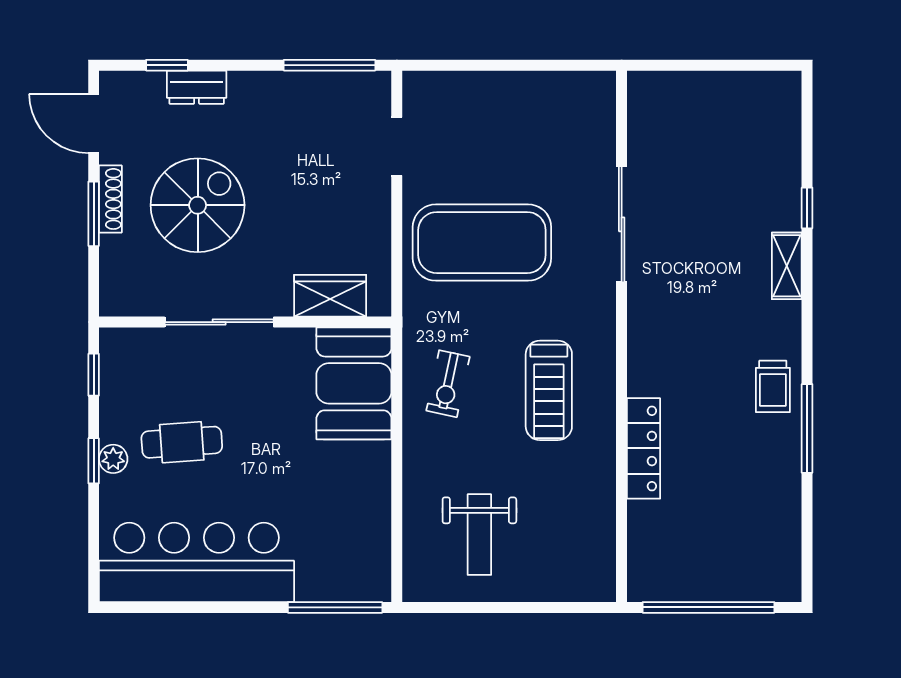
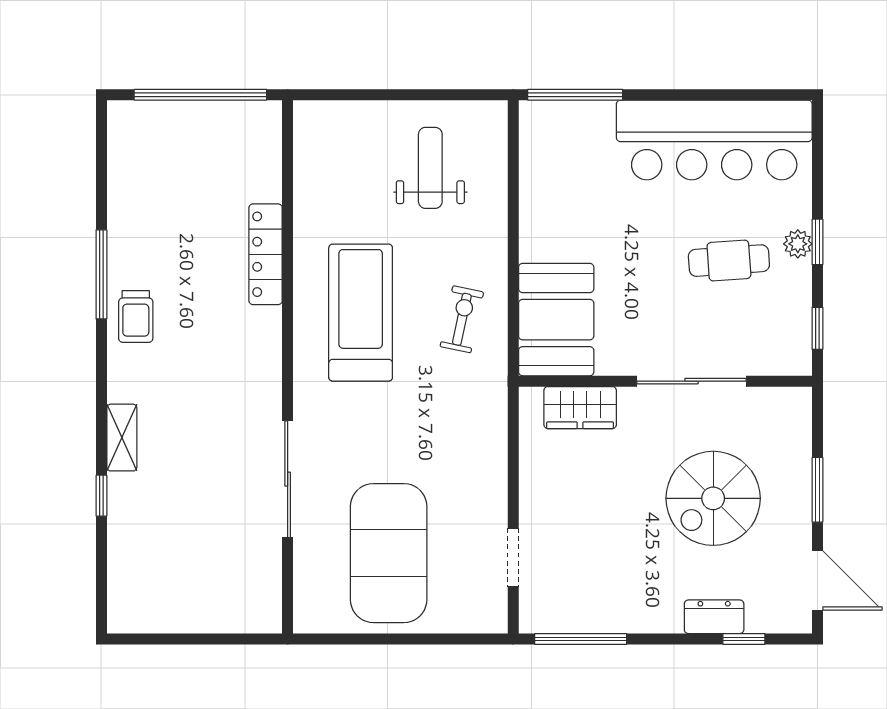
shoe rack: (110, 199) -> (801, 505), removed
exercise mat: (482, 243) -> (389, 553), moved, turned 90
trolley: (773, 386) -> (136, 317), turned 180
treadmill: (549, 390) -> (361, 313), width x1.37, depth x1.38

